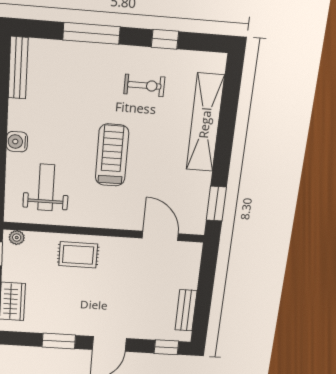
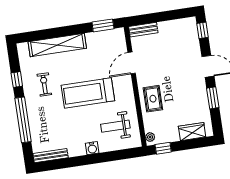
window: (91, 33) -> (23, 120), width x1.46
treadmill: (112, 155) -> (88, 93), width x1.37, depth x1.38
door: (160, 236) -> (132, 63), moved
bench: (186, 310) -> (143, 30), moved

